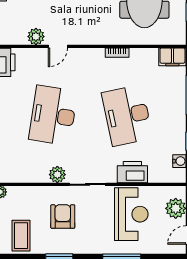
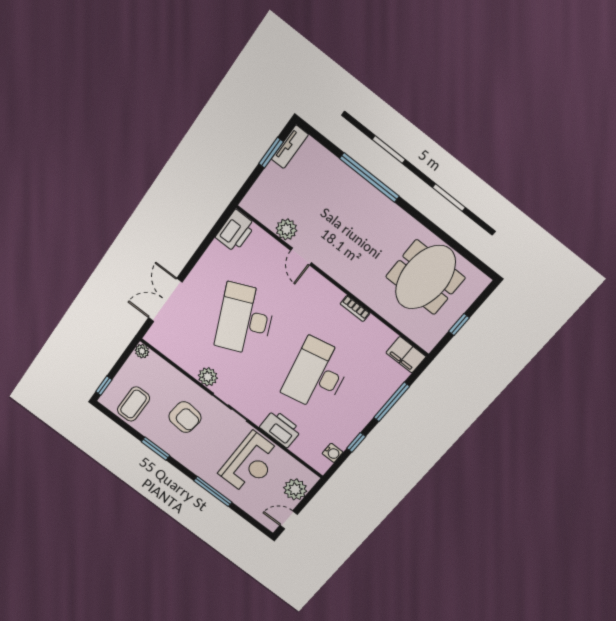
door: (58, 46) -> (301, 257), hinge flipped
desk: (53, 115) -> (245, 320), turned -33
armchair: (63, 216) -> (185, 417), turned 96

